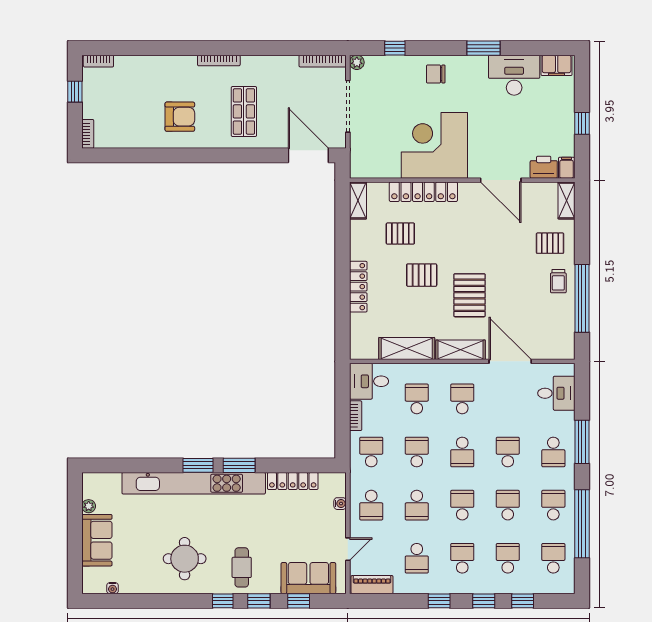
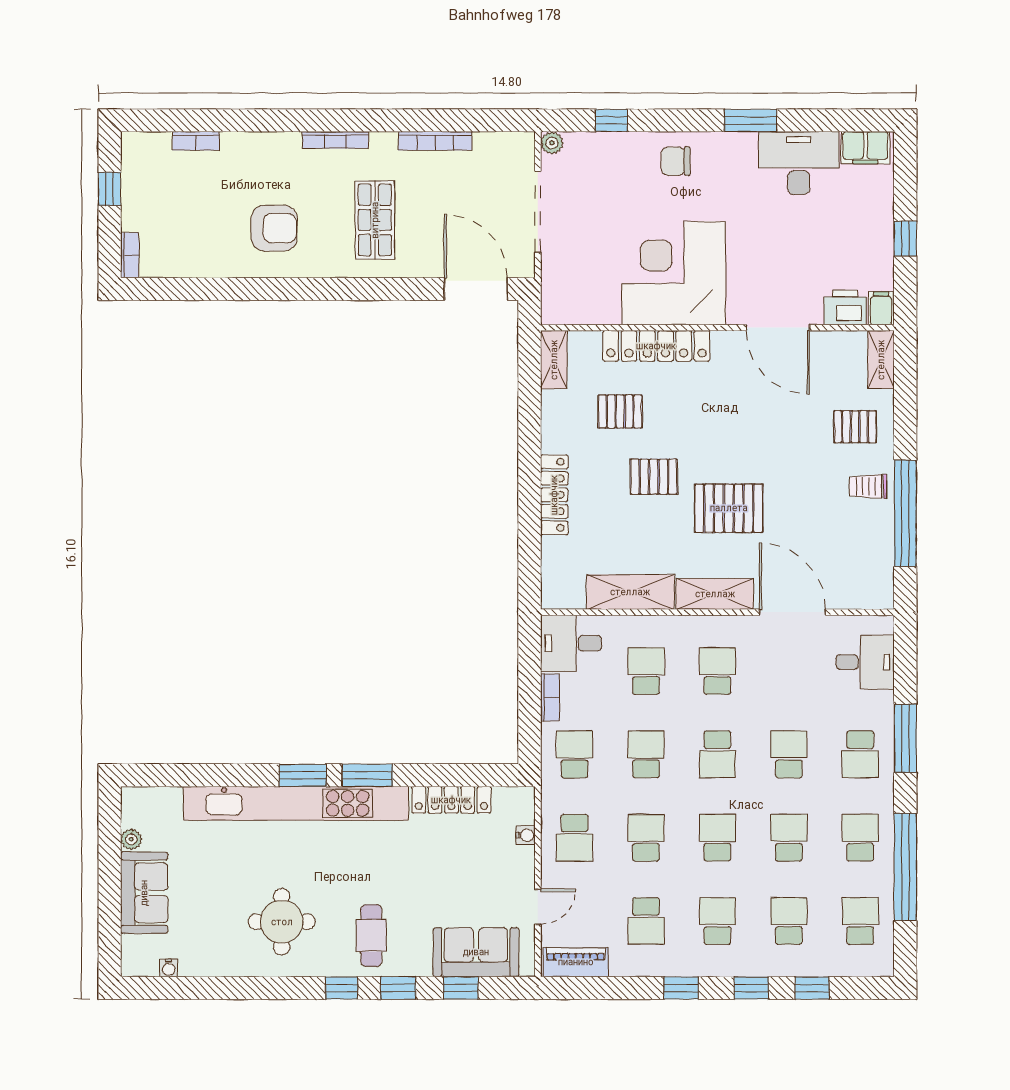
bookcase: (98, 61) -> (196, 141), moved
bookcase: (323, 61) -> (435, 141), moved
trolley: (558, 281) -> (868, 486), turned 90
pallet: (469, 295) -> (729, 508), turned 90
school desk: (417, 505) -> (646, 838), turned 180

